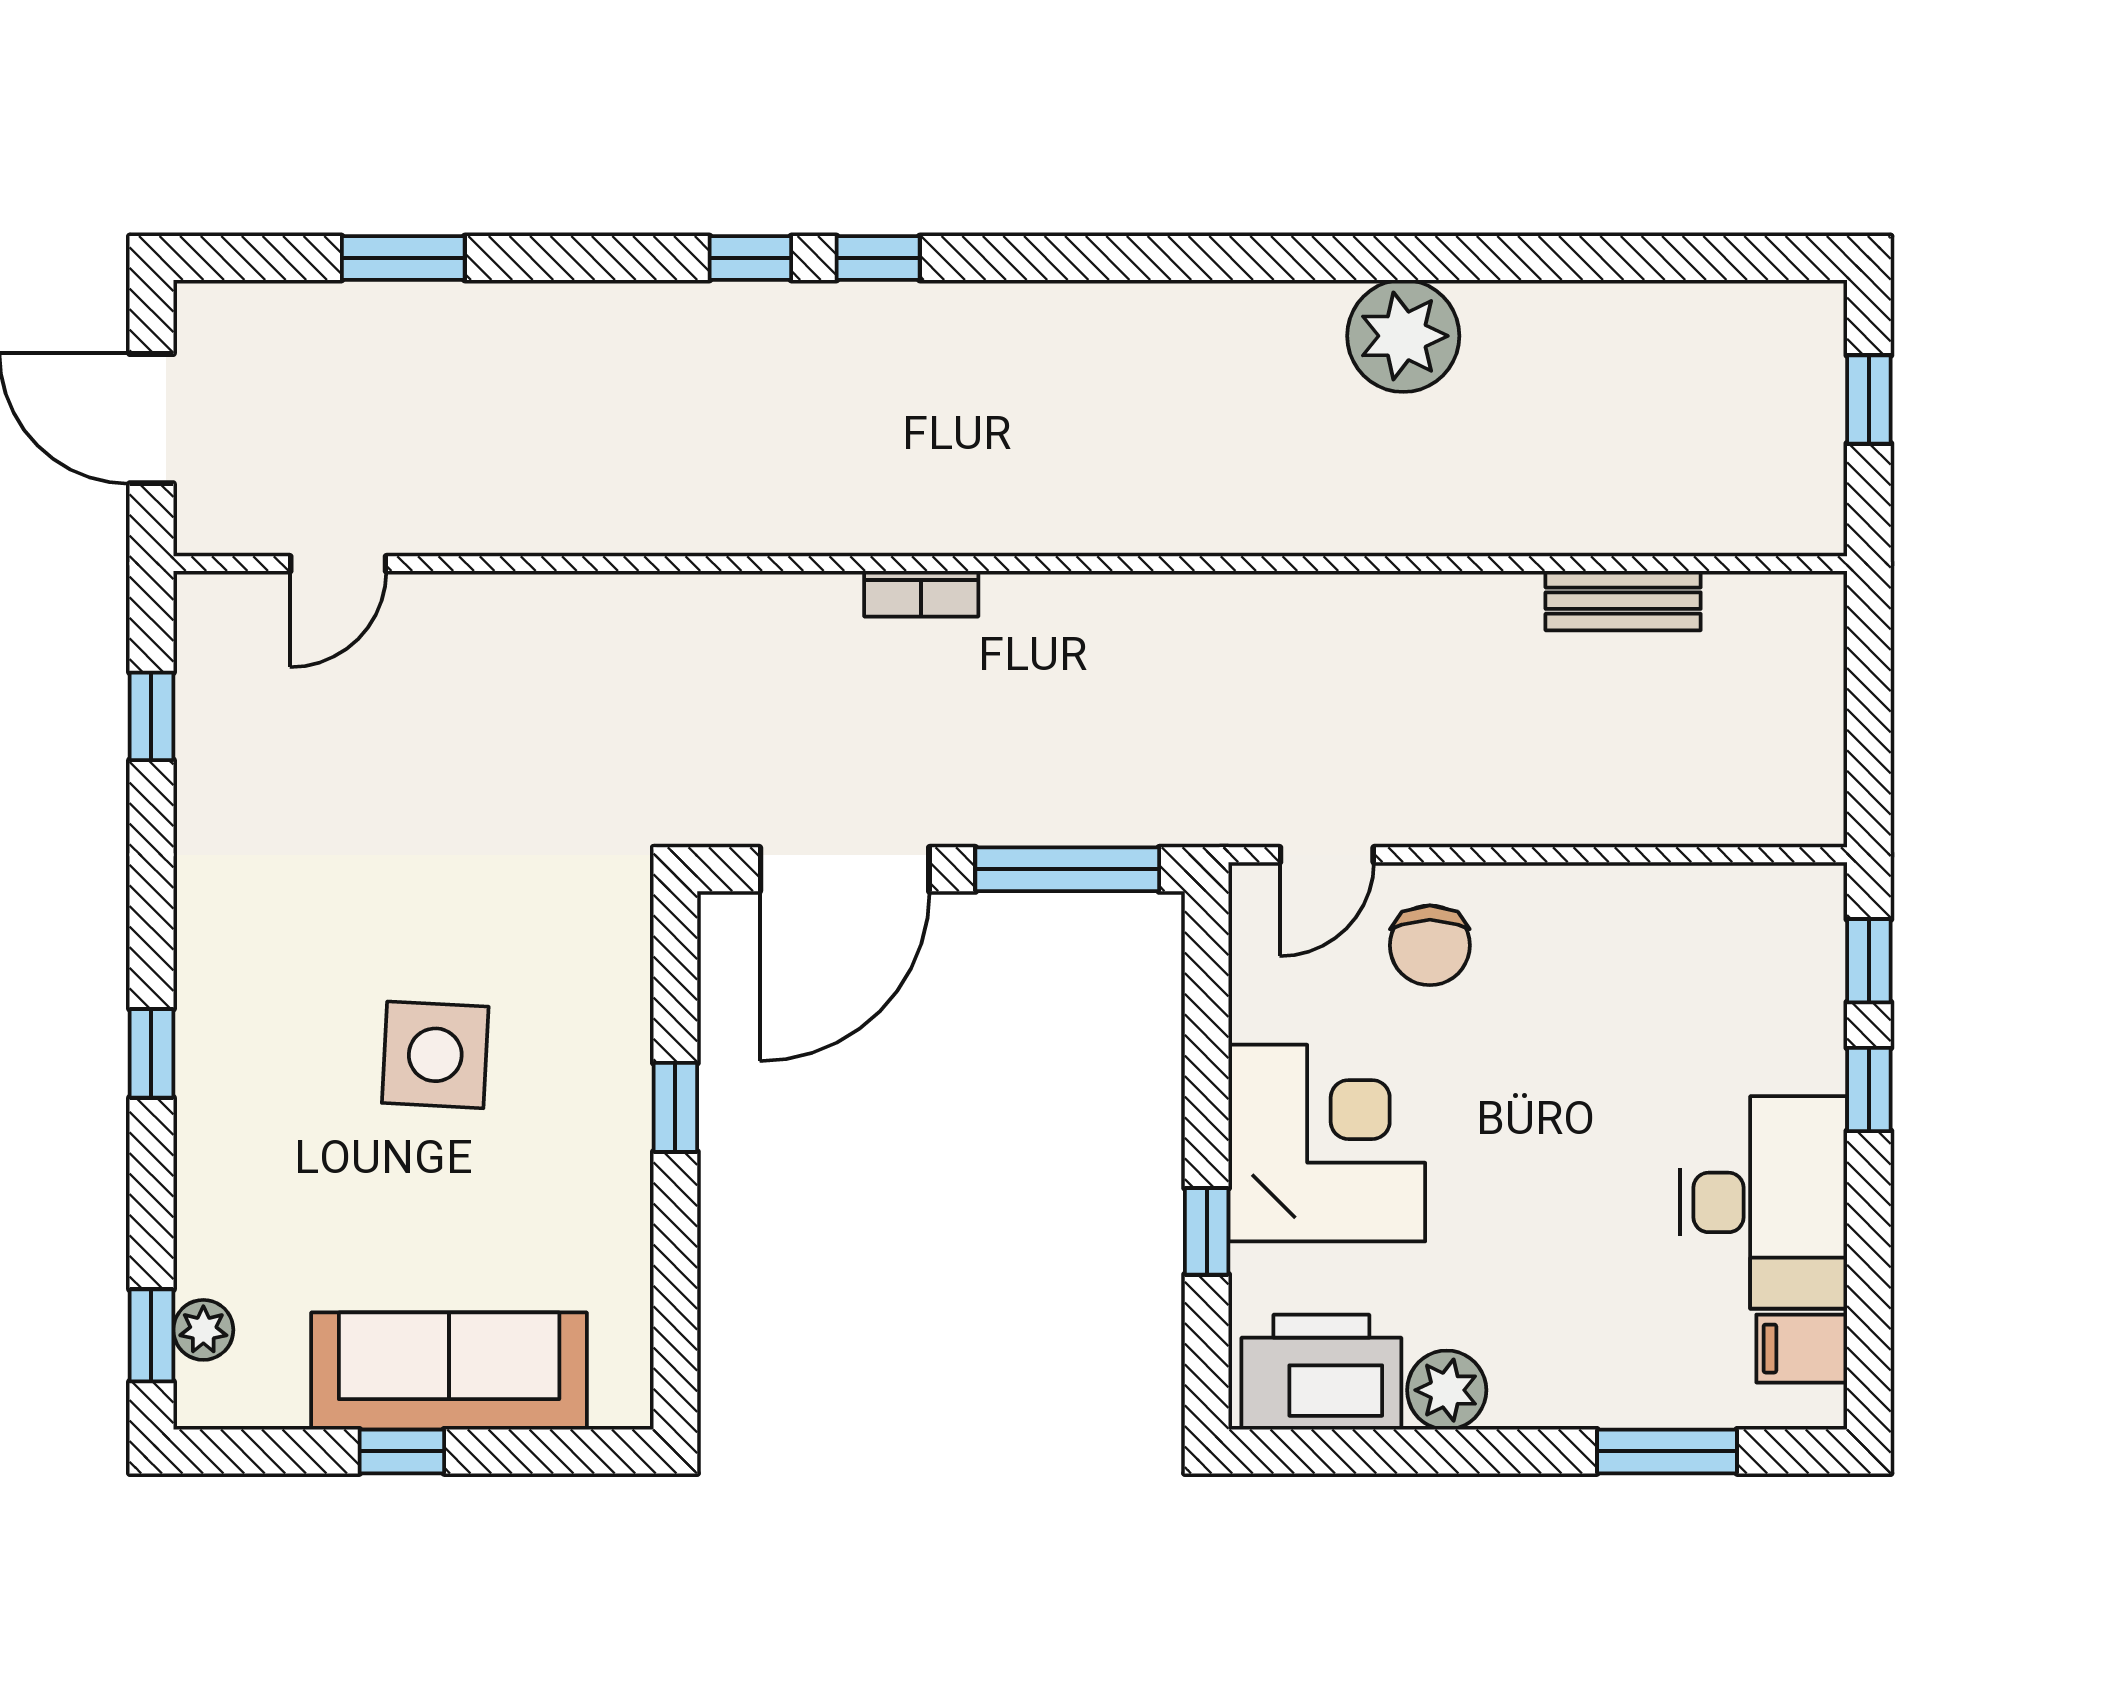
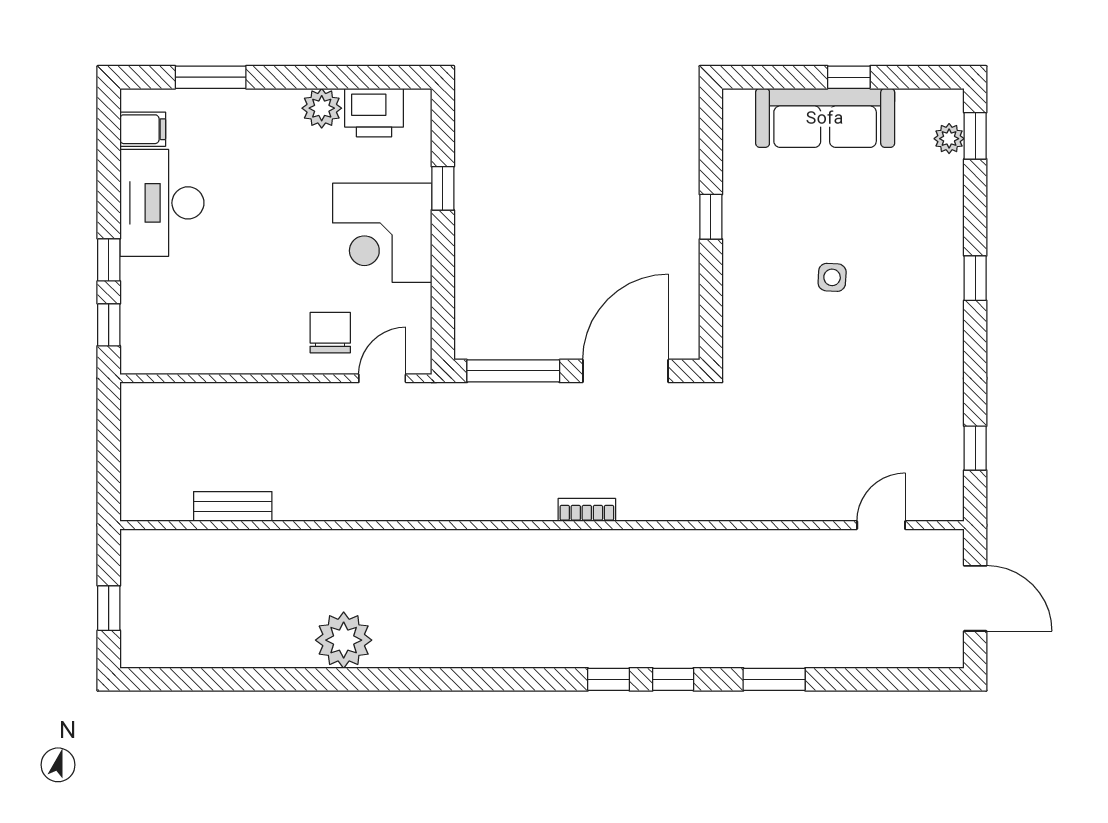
window: (403, 258) -> (774, 679), moved
side table: (435, 1055) -> (832, 277), width x0.54, depth x0.54
window: (675, 1107) -> (711, 217), moved
printer: (1321, 1372) -> (374, 113), width x0.73, depth x0.84

